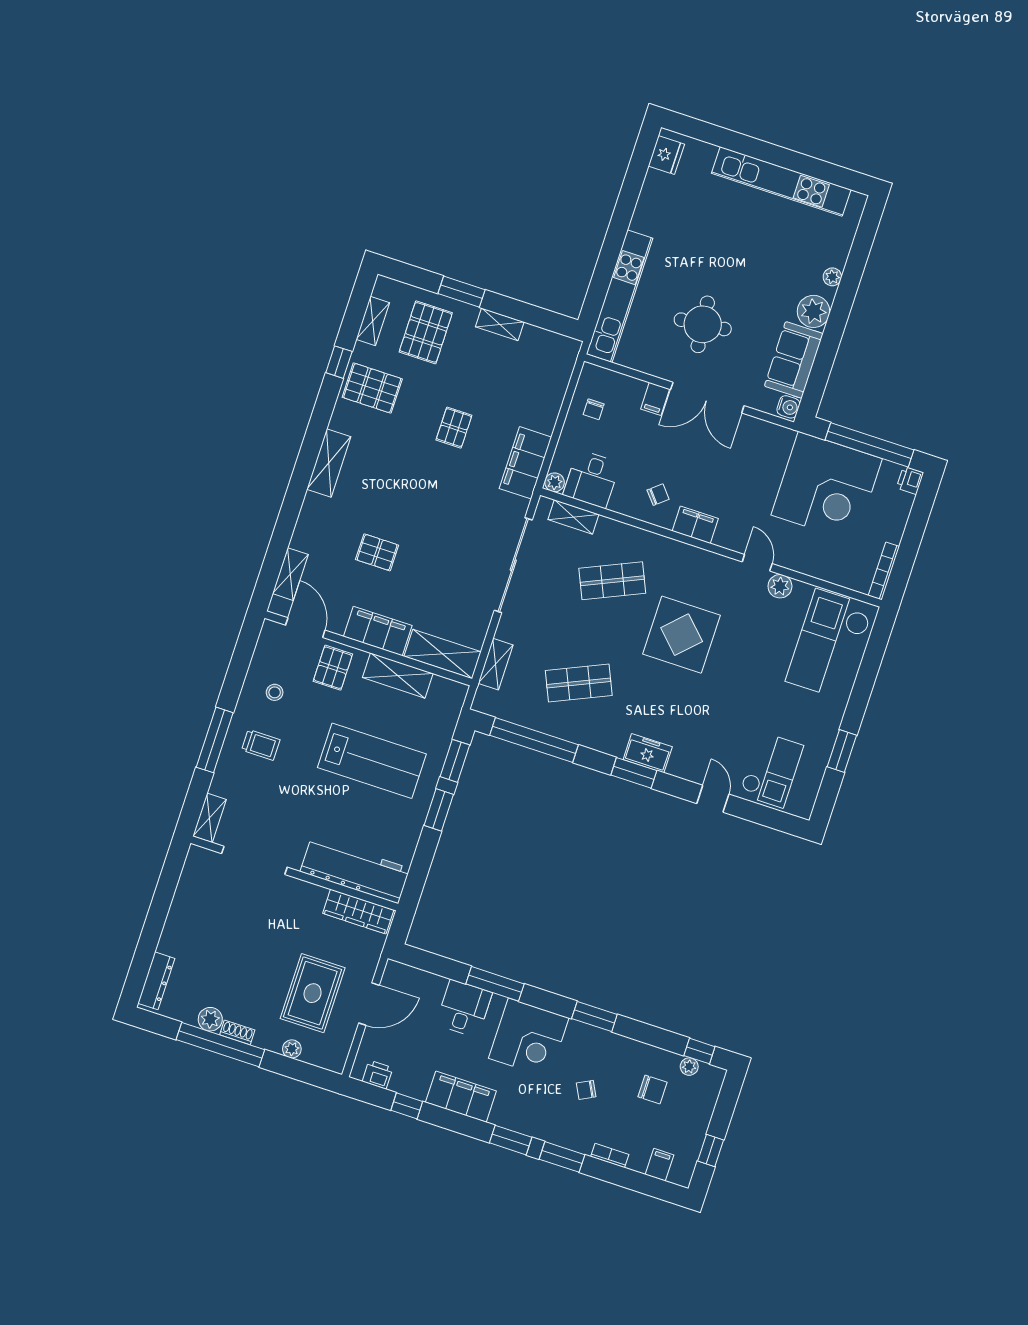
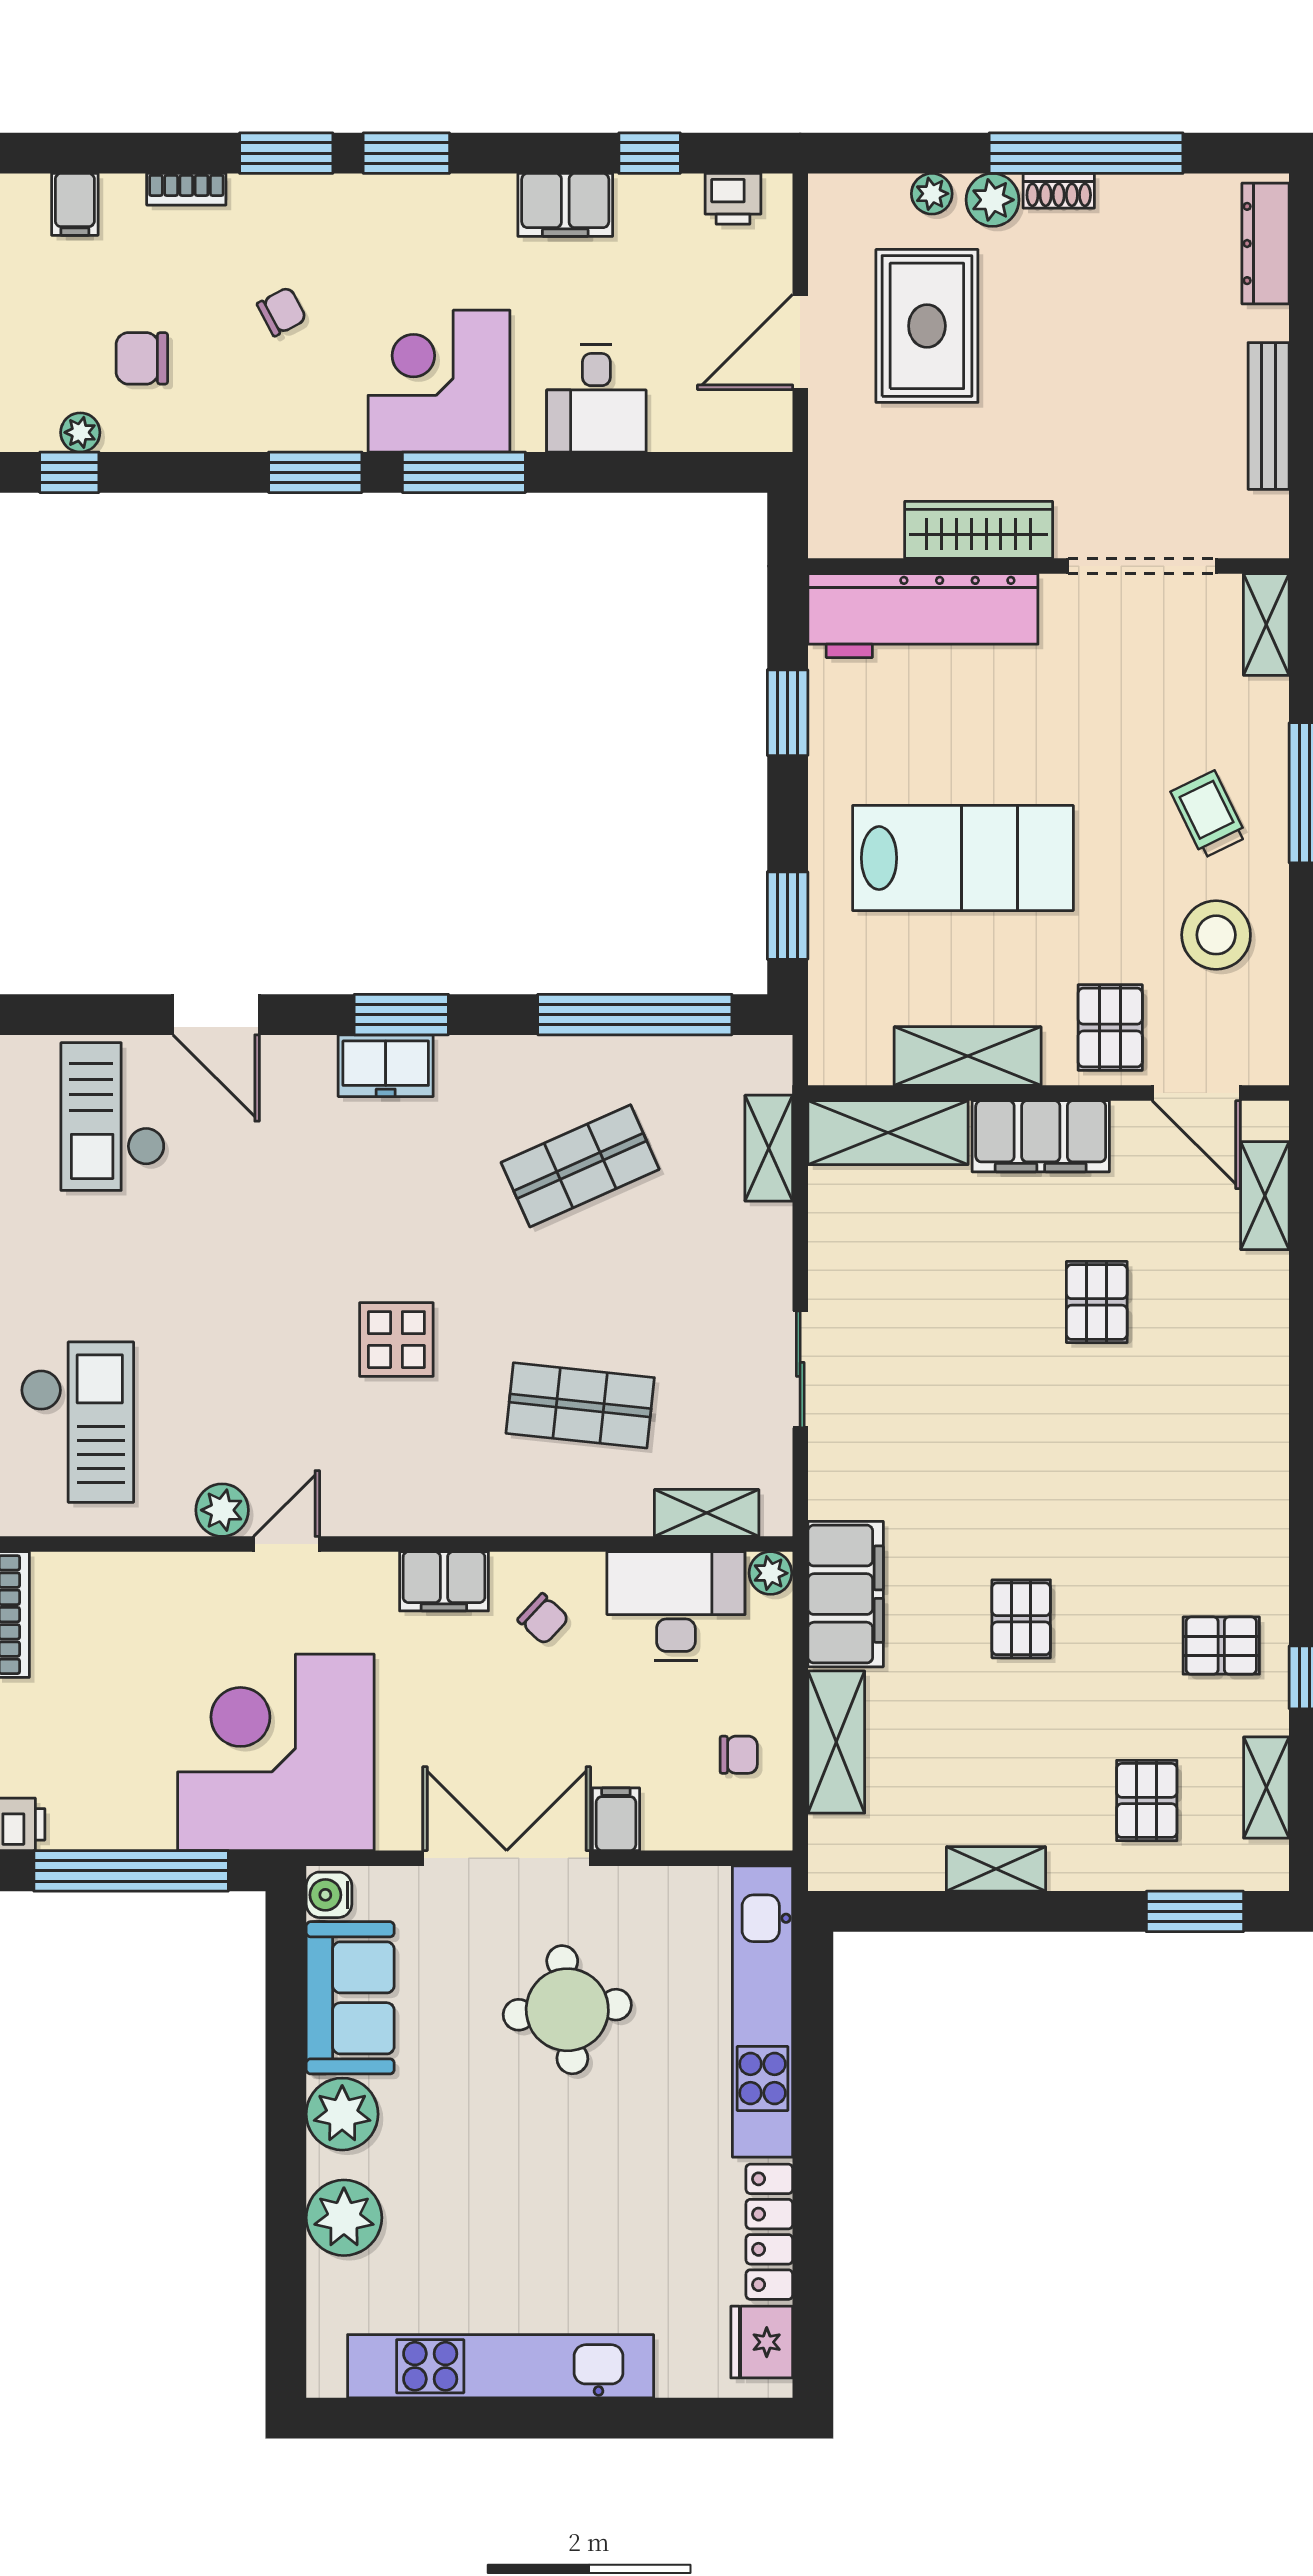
locker: (648, 201) -> (769, 2232), added
plant: (832, 277) -> (344, 2218), width x1.88, depth x1.88
window: (462, 292) -> (1195, 1911), moved
pallet: (426, 332) -> (1147, 1800), width x0.67, depth x0.71
pallet: (372, 388) -> (1221, 1646), width x0.67, depth x0.71
chair: (594, 409) -> (739, 1755), turned 90
shelving: (329, 463) -> (836, 1742), moved
desk: (592, 479) -> (676, 1606), width x1.37
corner desk: (827, 487) -> (276, 1752), moved
chair: (658, 495) -> (543, 1619), turned -97
pallet: (377, 552) -> (1097, 1302), turned 90
door: (757, 563) -> (287, 1544), swing flipped
sliding door: (513, 565) -> (800, 1369), width x0.54
shop shelf: (612, 581) -> (580, 1405), turned 30
display table: (682, 635) -> (396, 1340), width x0.54, depth x0.54
checkout: (830, 644) -> (77, 1422), width x0.73, depth x0.83
stool: (275, 692) -> (1216, 935), width x1.89, depth x1.89
trolley: (261, 745) -> (1209, 814), turned 64
lab bench: (372, 761) -> (963, 858), turned 180
door: (713, 799) -> (216, 1015), width x1.37
window: (439, 810) -> (788, 713), moved
bench: (179, 907) -> (1269, 416), added
wardrobe: (358, 912) -> (979, 530), moved
window: (495, 984) -> (464, 472), moved
plant: (210, 1019) -> (993, 200), moved
filing cabinet: (461, 1097) -> (565, 205), width x0.67, depth x0.86

